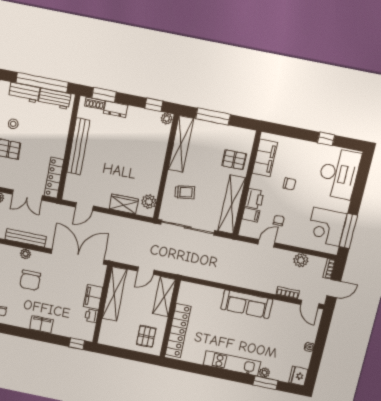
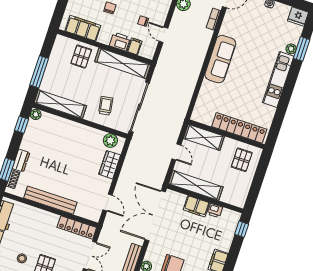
pallet: (146, 336) -> (242, 160), turned 90

